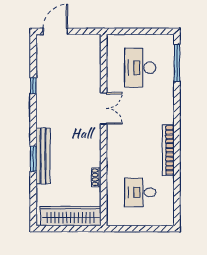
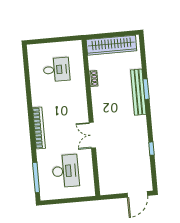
bookcase: (168, 150) -> (39, 128), moved

